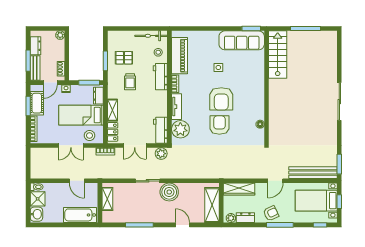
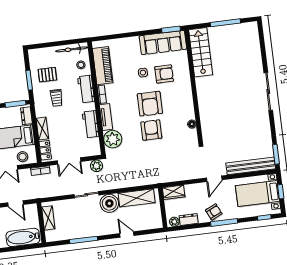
armchair: (239, 71) -> (164, 74), added
workbench: (160, 130) -> (91, 124), moved
wardrobe: (239, 189) -> (174, 192), width x0.67
shelving: (212, 205) -> (137, 198), moved, turned 90

